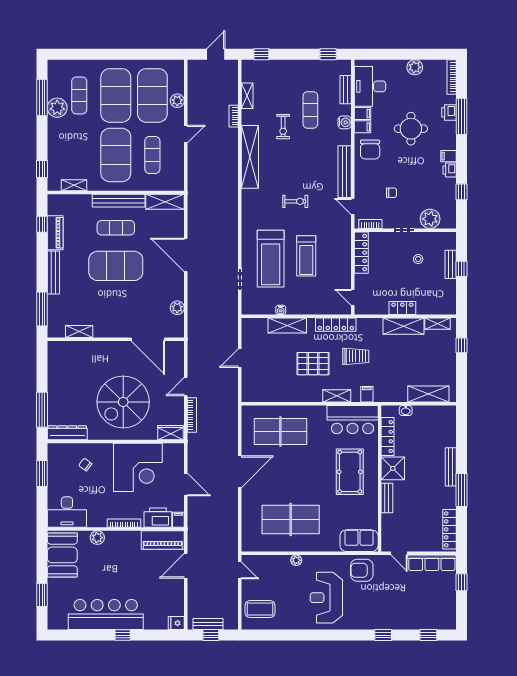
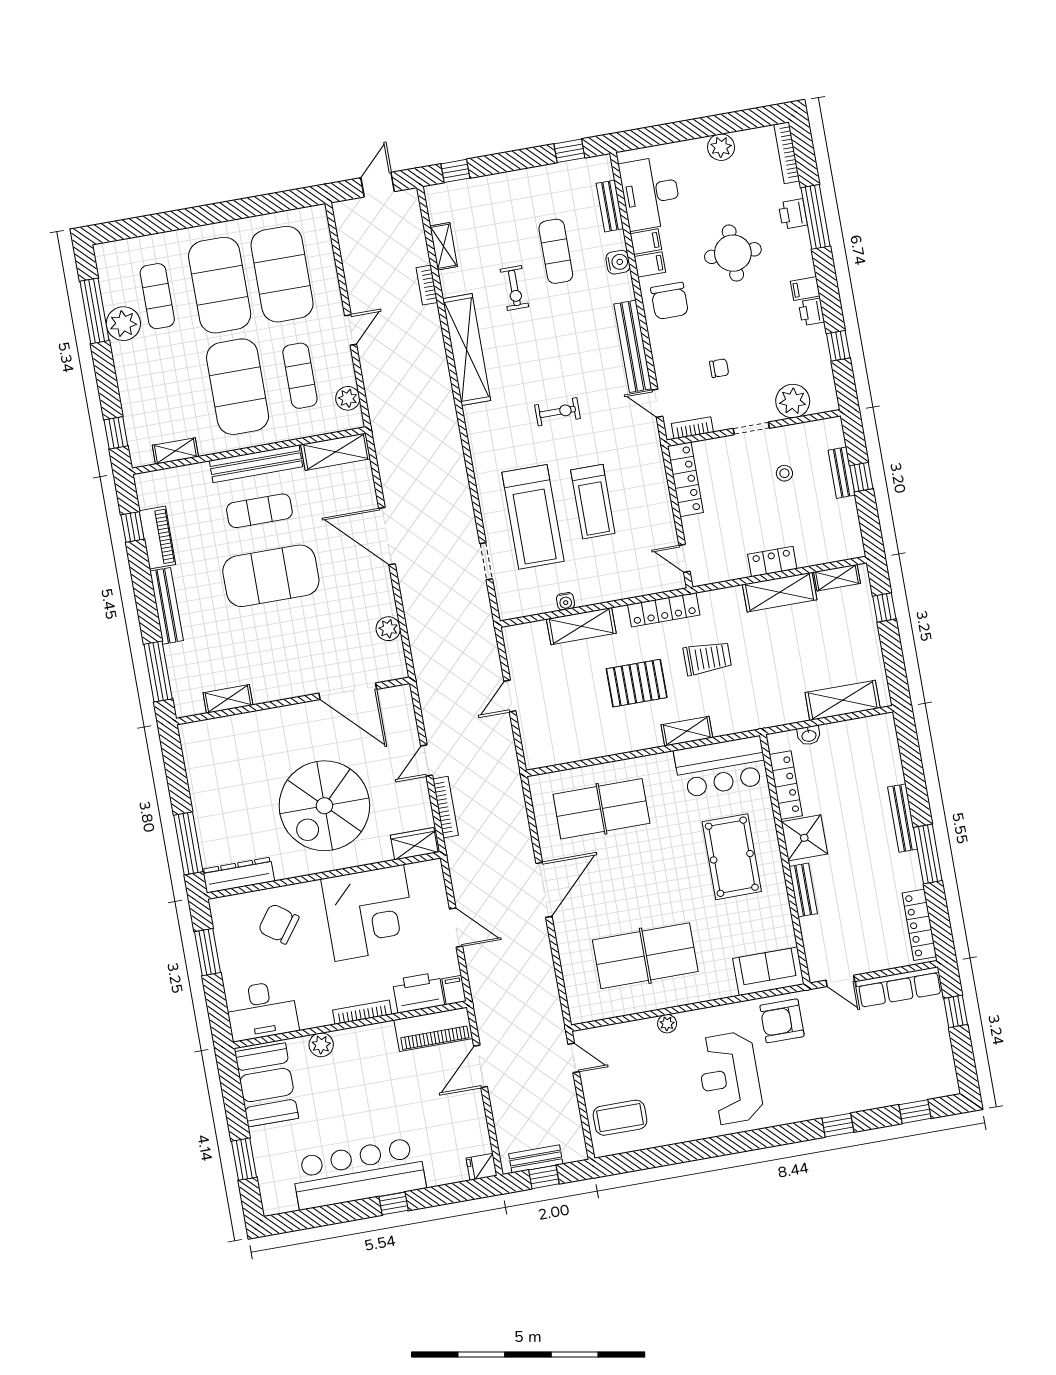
plant: (177, 101) -> (348, 398), moved
filing cabinet: (367, 394) -> (738, 719), removed
chair: (85, 465) -> (279, 924), width x1.87, depth x1.87

